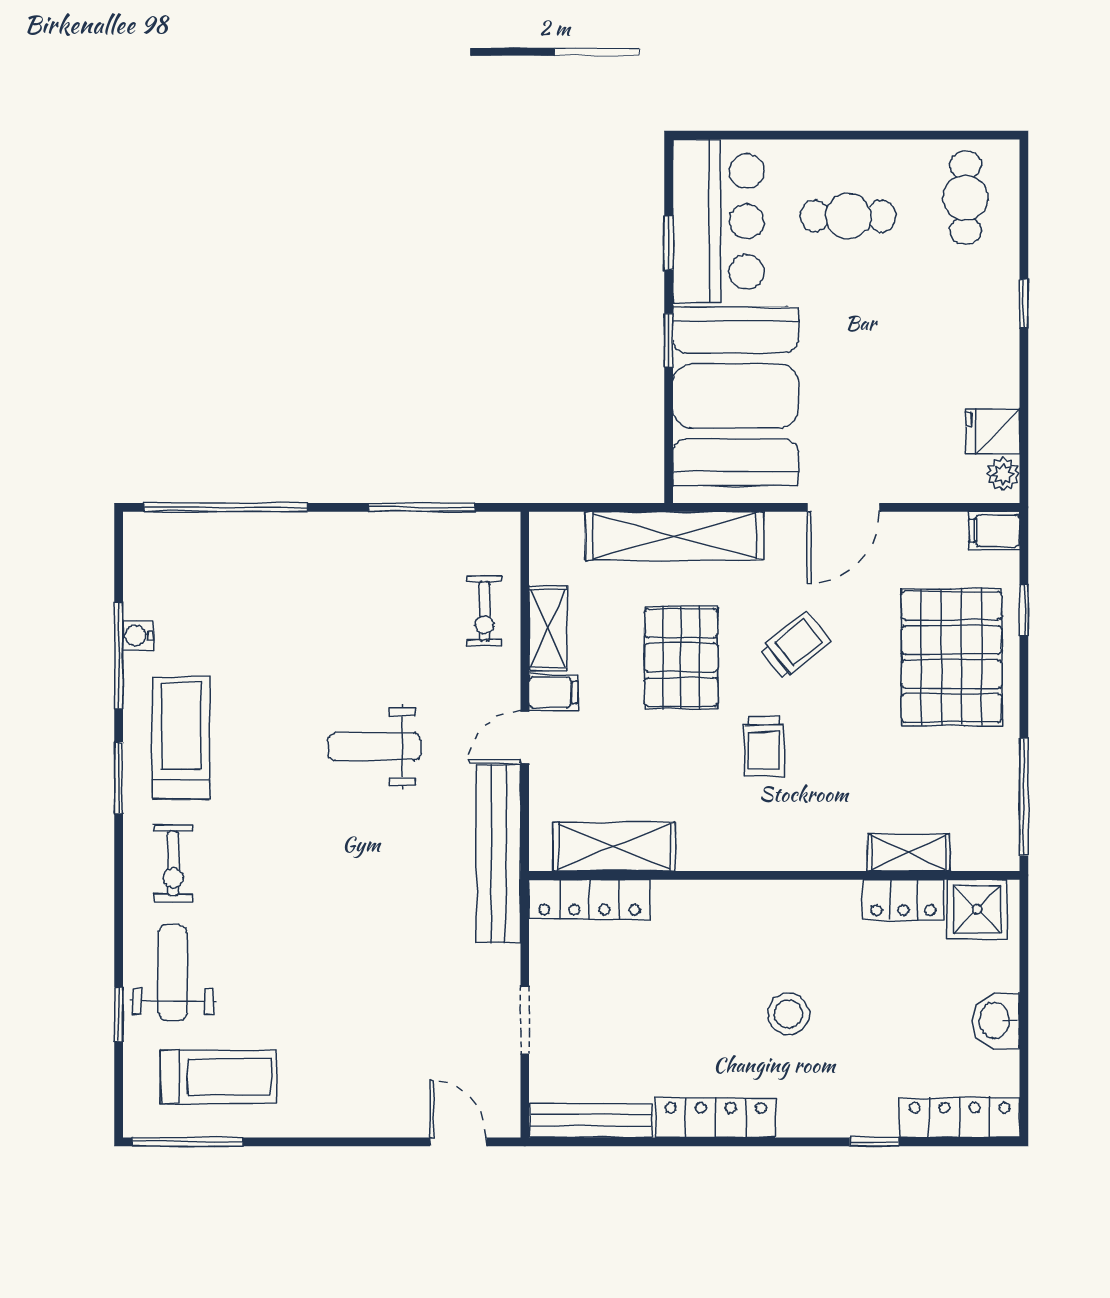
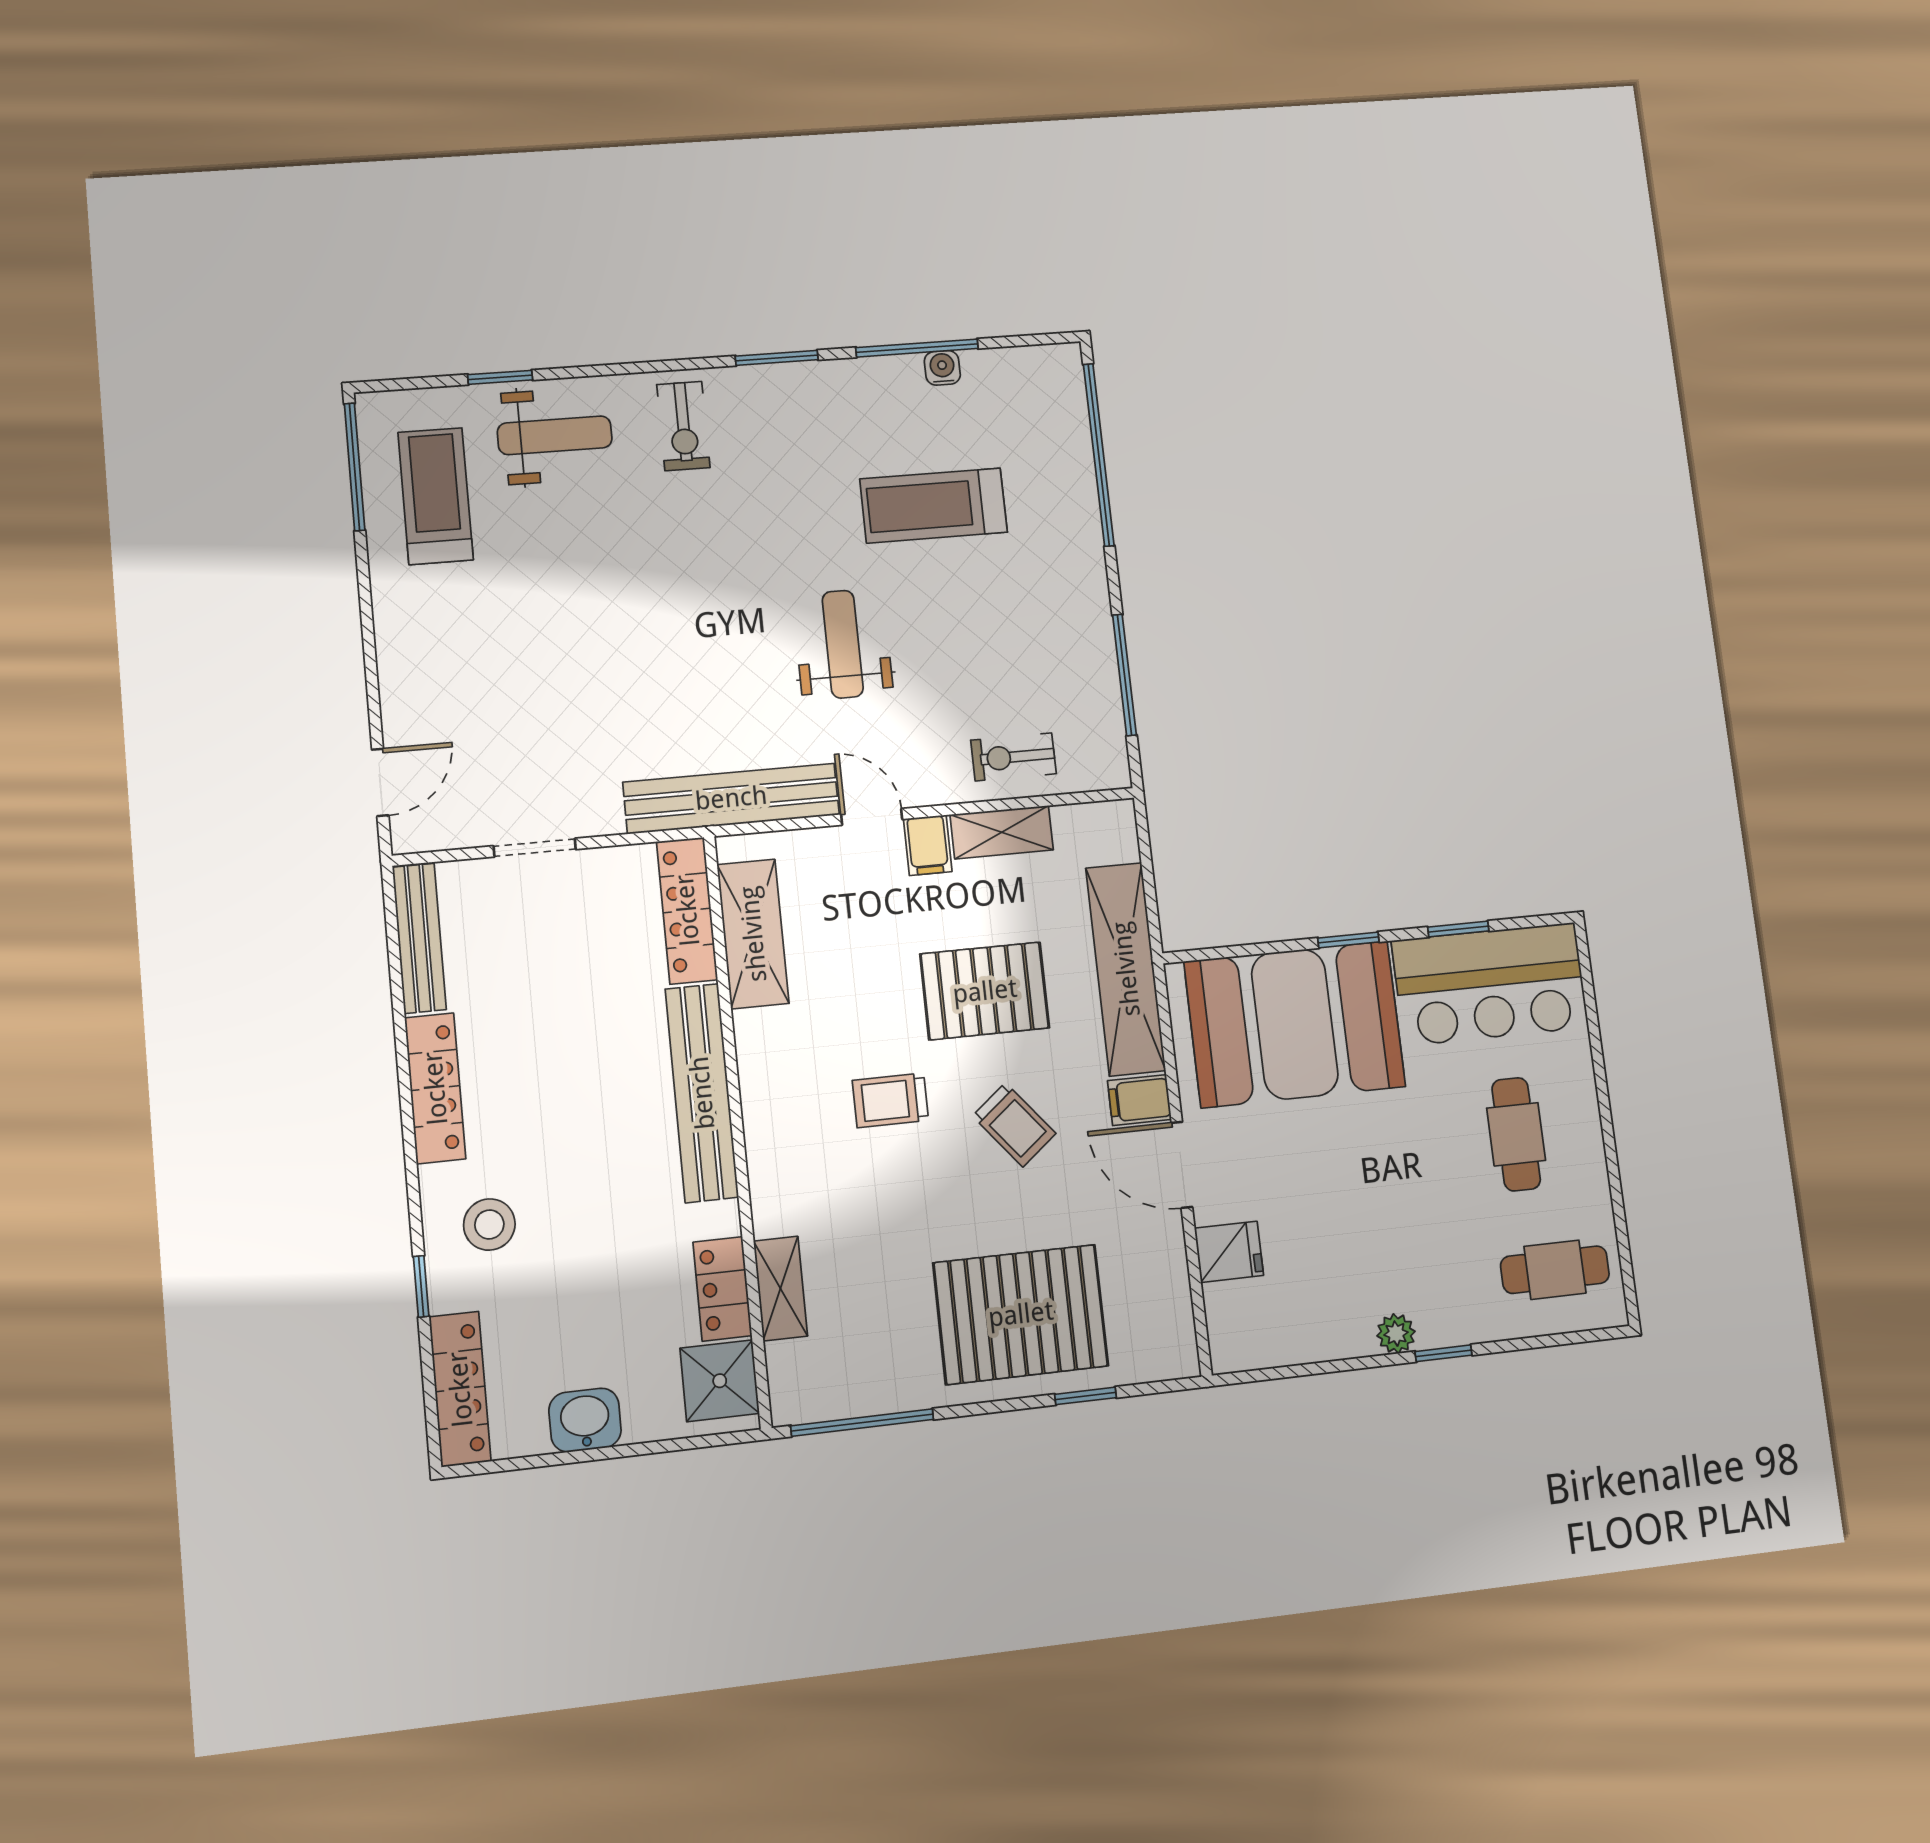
fridge: (993, 431) -> (1229, 1252), moved, turned 90
plant: (1003, 474) -> (1396, 1334), moved
filing cabinet: (994, 531) -> (1140, 1100), moved, turned -90
treadmill: (181, 738) -> (934, 506), moved, turned 180
exercise bike: (173, 863) -> (683, 426), turned -90
bench: (742, 902) -> (702, 1093), added
stool: (788, 1014) -> (489, 1224), moved
treadmill: (218, 1077) -> (436, 496), turned 180

